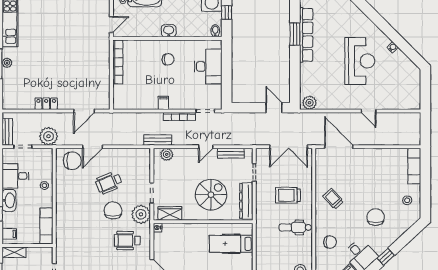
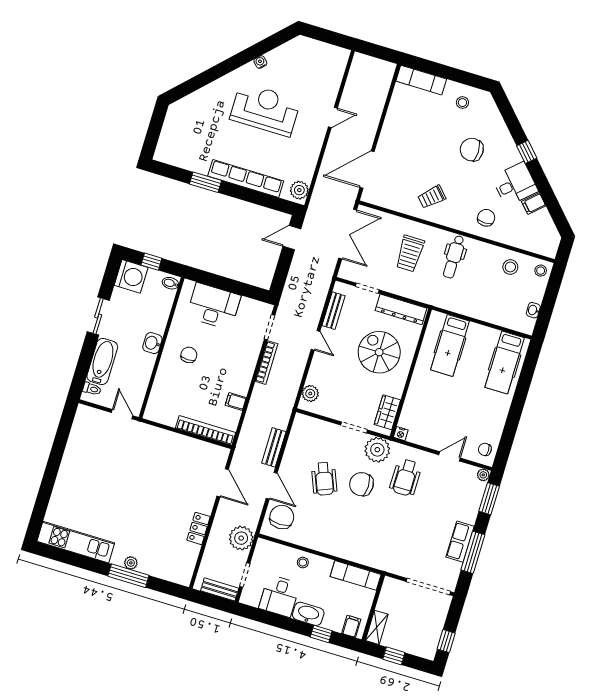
row of seats: (306, 35) -> (246, 179), moved
bookcase: (118, 62) -> (206, 430), moved
filing cabinet: (163, 103) -> (236, 401), moved
bench: (158, 140) -> (274, 447), moved

